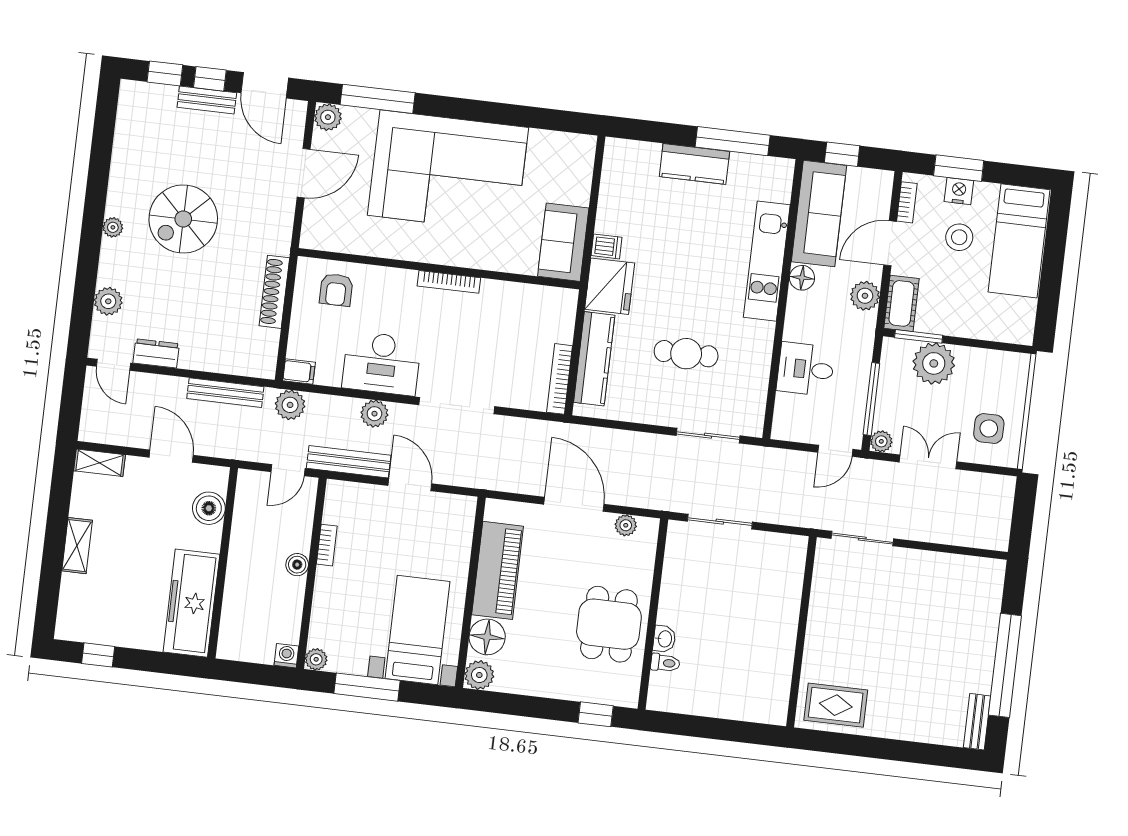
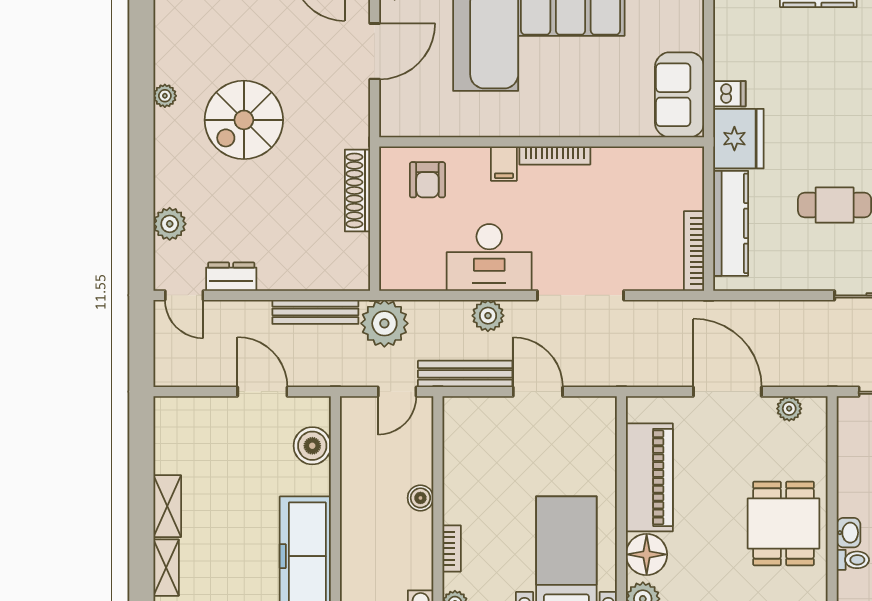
plant: (113, 227) -> (165, 96), moved
filing cabinet: (299, 371) -> (504, 164), moved, turned 90
plant: (290, 405) -> (384, 323), width x1.36, depth x1.36
shelving: (100, 463) -> (166, 568), moved, turned 90
bookcase: (327, 545) -> (452, 548), moved

